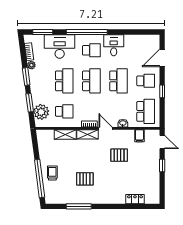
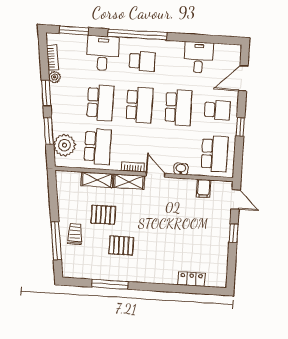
desk: (114, 45) -> (199, 57), moved
desk: (60, 46) -> (103, 53), width x0.73
school desk: (64, 111) -> (98, 147), width x1.85
pallet: (119, 155) -> (103, 215), moved
window: (40, 178) -> (56, 241), width x0.68

